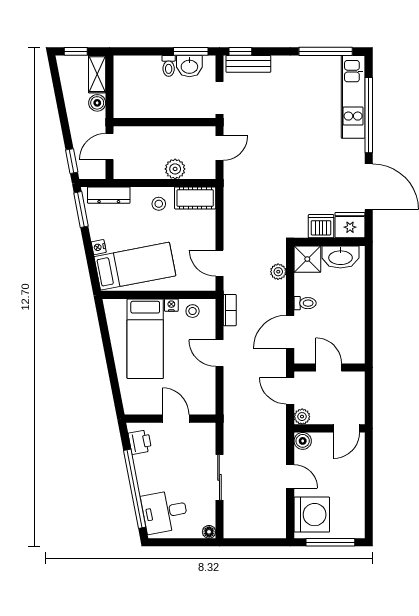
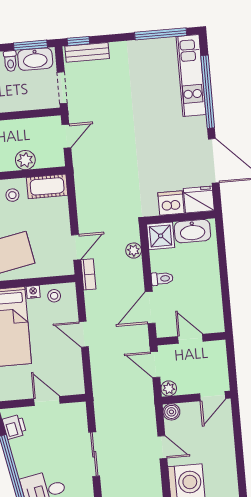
washbasin: (189, 66) -> (35, 59), width x1.38
door: (219, 263) -> (76, 247), swing flipped
bookcase: (230, 310) -> (88, 274), moved

